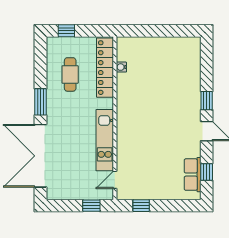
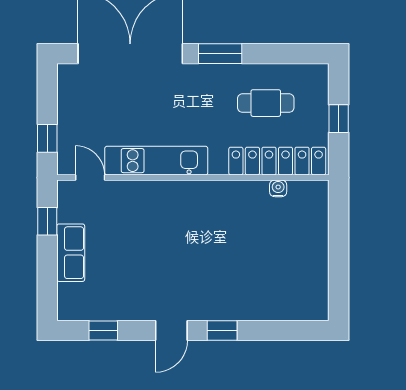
window: (66, 31) -> (339, 119), moved
row of seats: (193, 175) -> (71, 253), moved, turned 90

